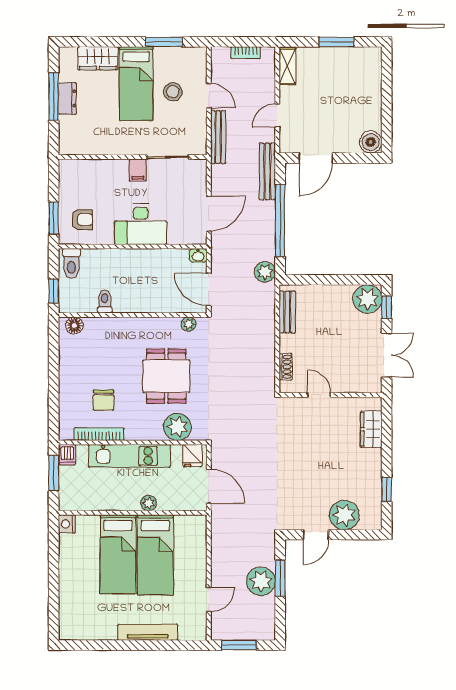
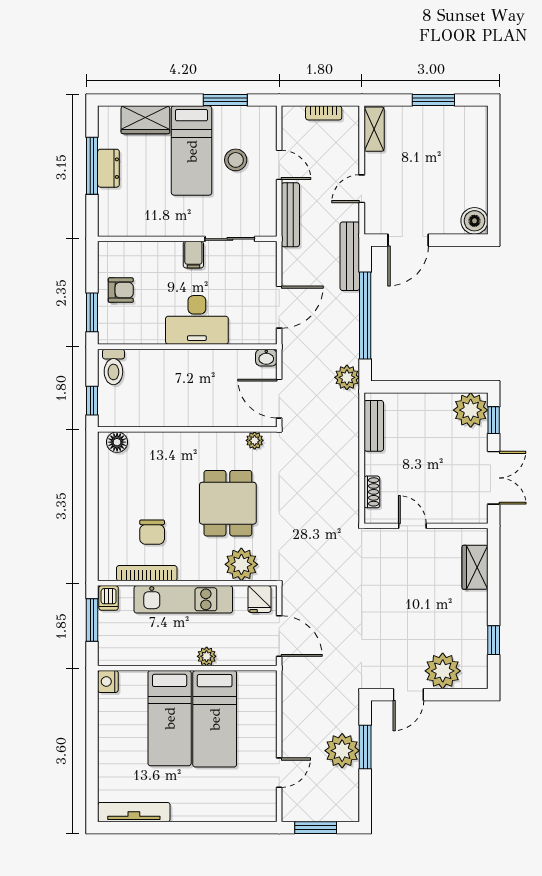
armchair: (82, 219) -> (121, 290), moved
toilet: (105, 301) -> (154, 413), removed
tv unit: (148, 632) -> (134, 812), moved

